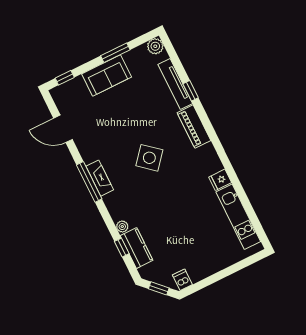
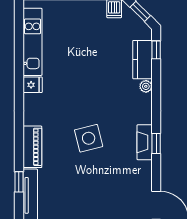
side table: (149, 158) -> (89, 138), turned 36
window: (89, 182) -> (156, 143), width x0.46
window: (122, 248) -> (156, 50), moved

